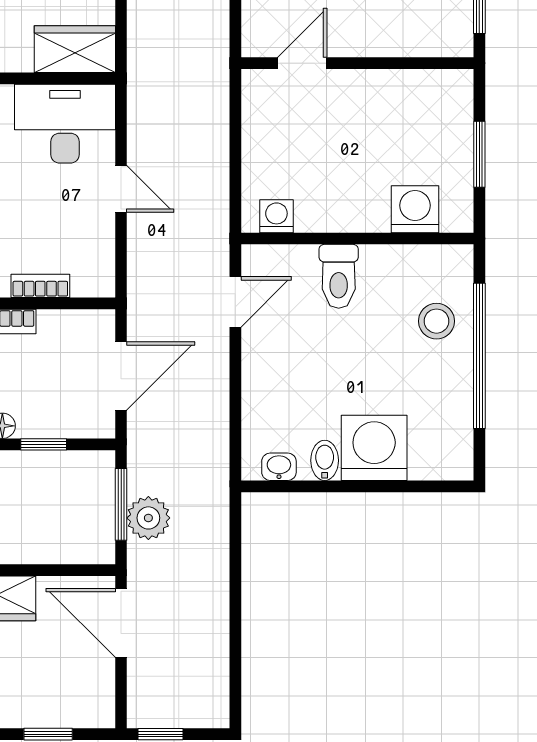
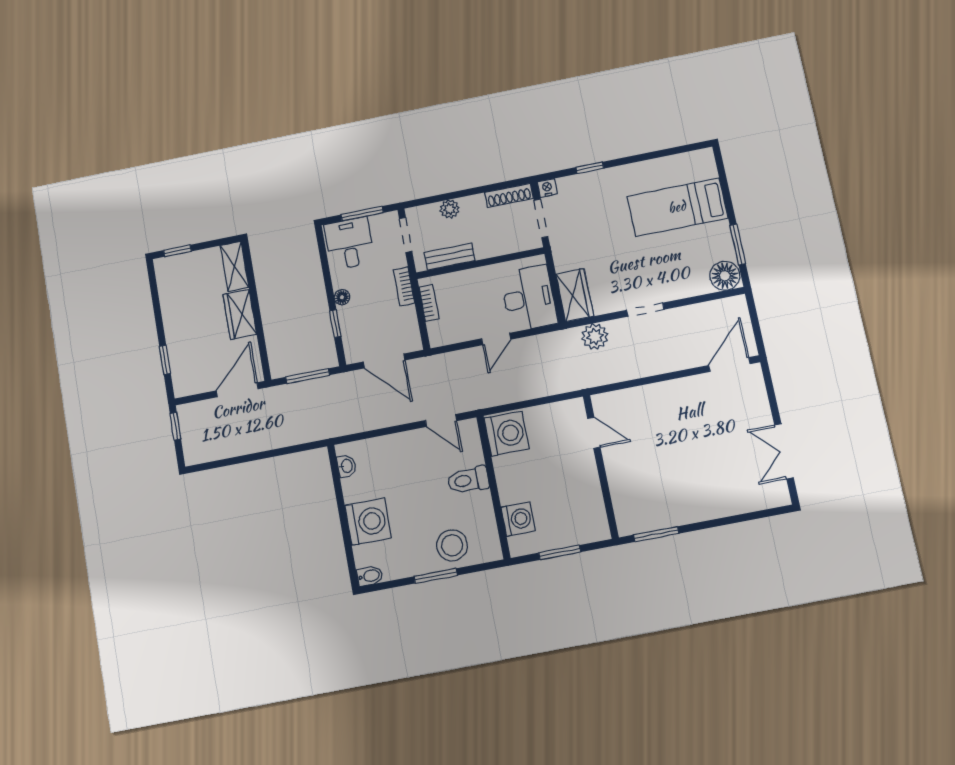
washing machine: (276, 216) -> (507, 434), width x1.89, depth x1.89
stool: (437, 321) -> (452, 545), width x1.38, depth x1.38
window: (479, 356) -> (436, 576), width x0.47
bidet: (325, 460) -> (370, 576), moved
plant: (148, 518) -> (595, 336), moved

